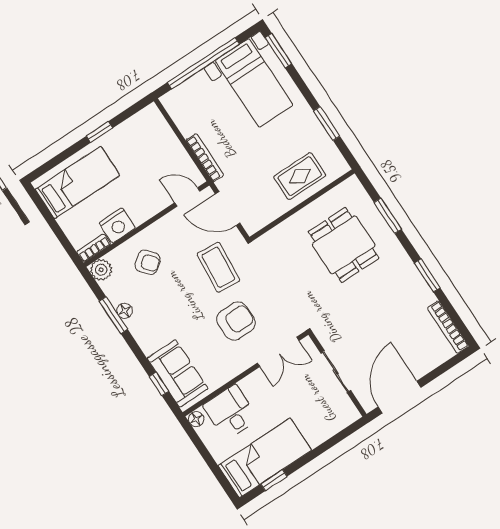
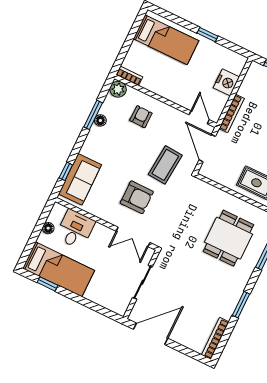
nightstand: (117, 225) -> (226, 82), moved, turned -90
armchair: (148, 262) -> (141, 117), turned -139
floor lamp: (196, 419) -> (48, 228), moved

